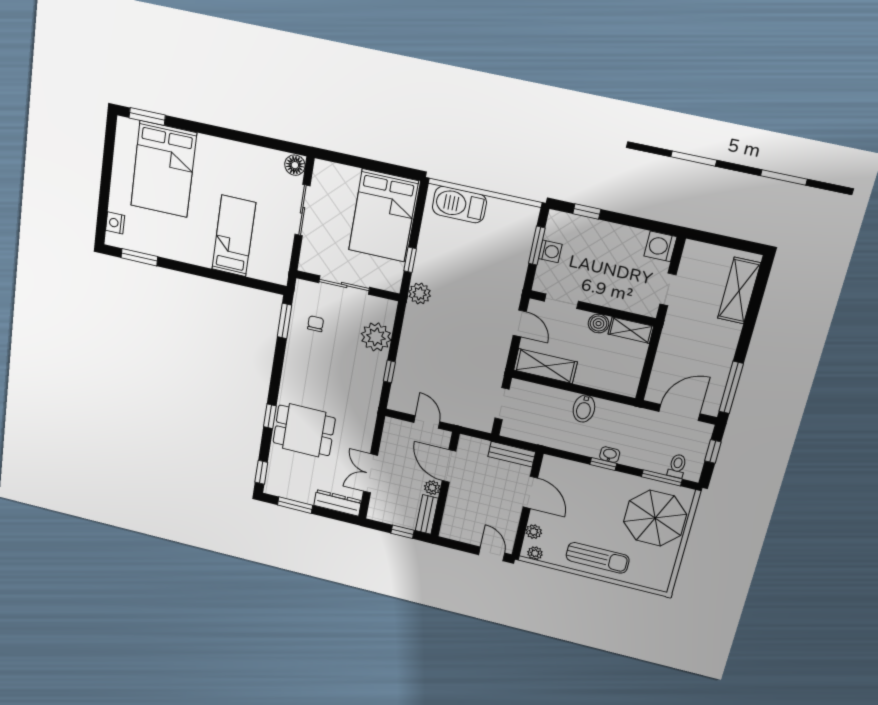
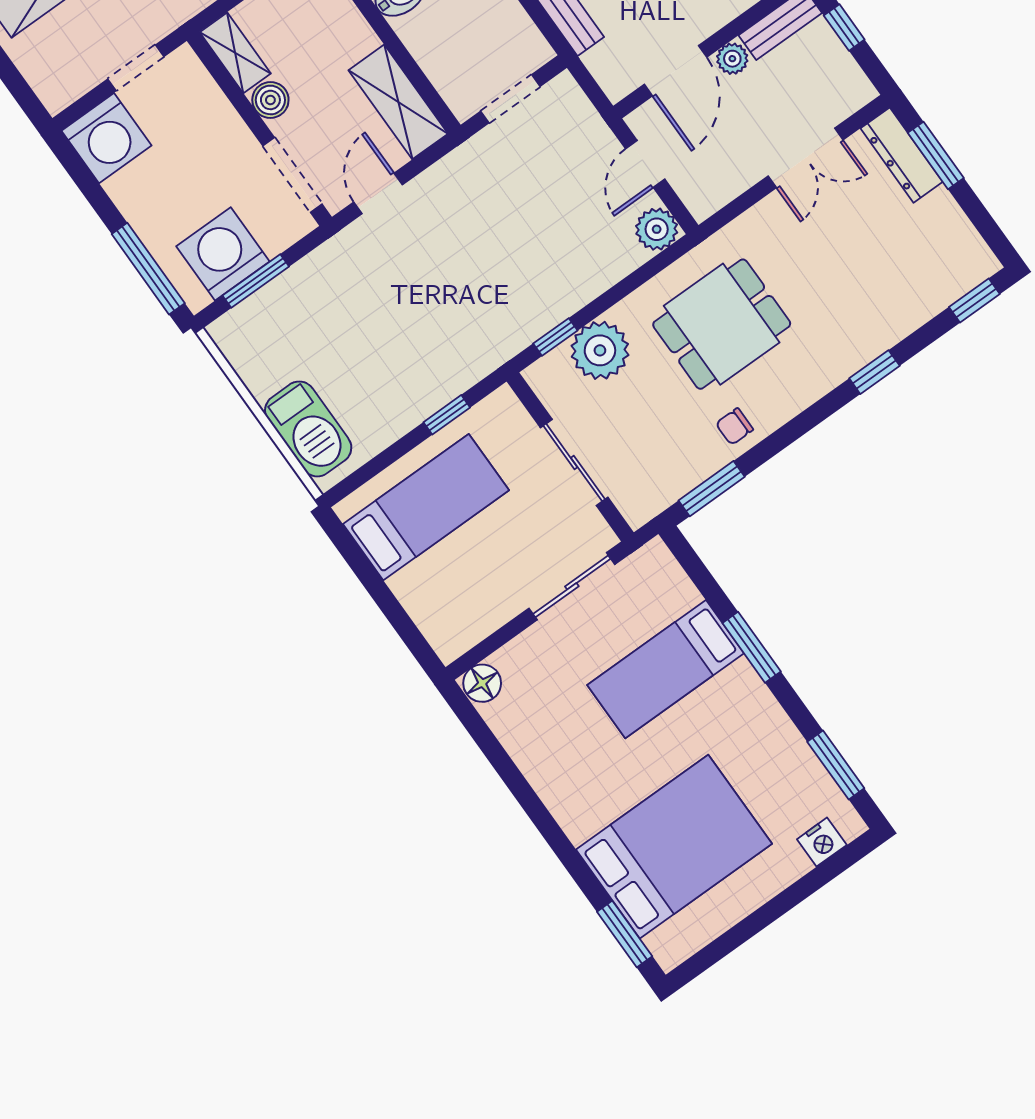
sliding door: (302, 210) -> (572, 586), moved
window: (587, 212) -> (148, 269), width x2.17
bed: (383, 216) -> (426, 507), width x0.67
washing machine: (660, 246) -> (107, 138), width x1.37, depth x1.37
washing machine: (550, 251) -> (223, 254), width x1.89, depth x1.89
window: (212, 274) -> (752, 647), added
plant: (420, 294) -> (657, 229), moved
doorway: (561, 301) -> (292, 175), width x1.38
chair: (316, 324) -> (734, 427), moved
window: (389, 371) -> (555, 337), moved
dining table: (304, 430) -> (722, 324), moved, turned 90
window: (295, 505) -> (936, 155), moved

